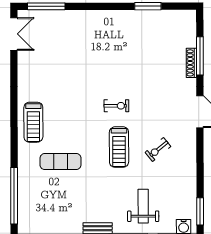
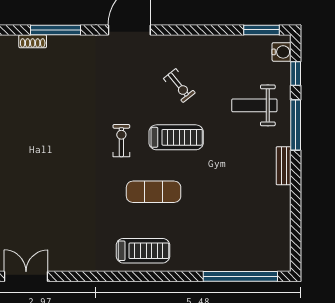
shoe rack: (191, 63) -> (33, 41), moved, width x0.70
exercise mat: (61, 162) -> (154, 192), moved, turned 90

